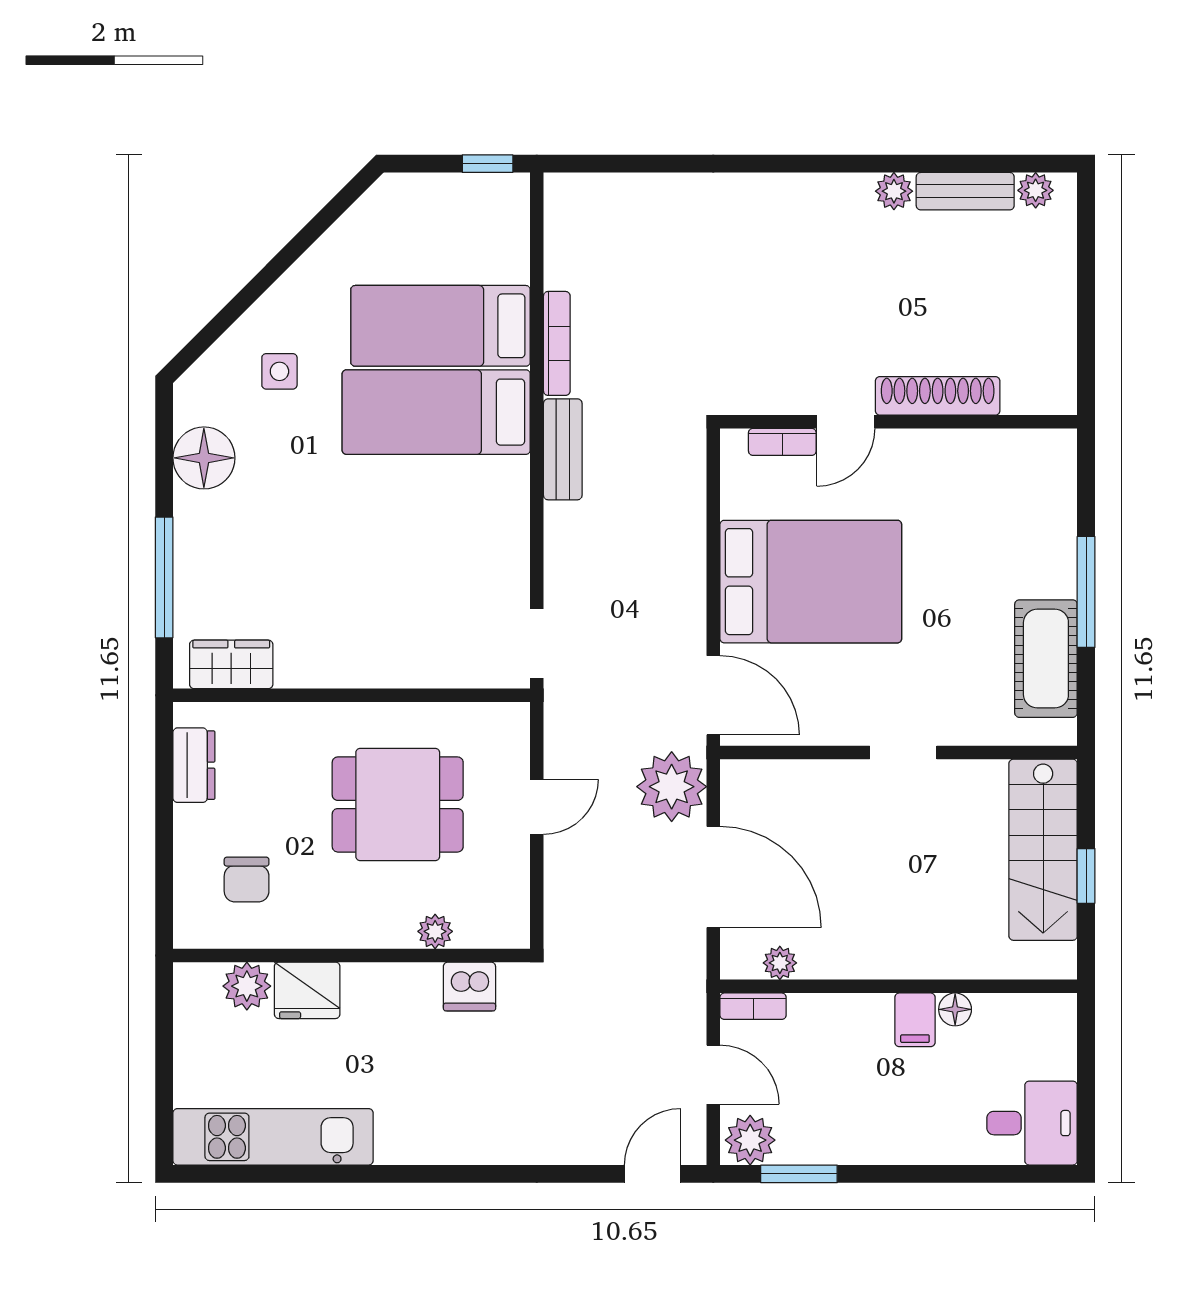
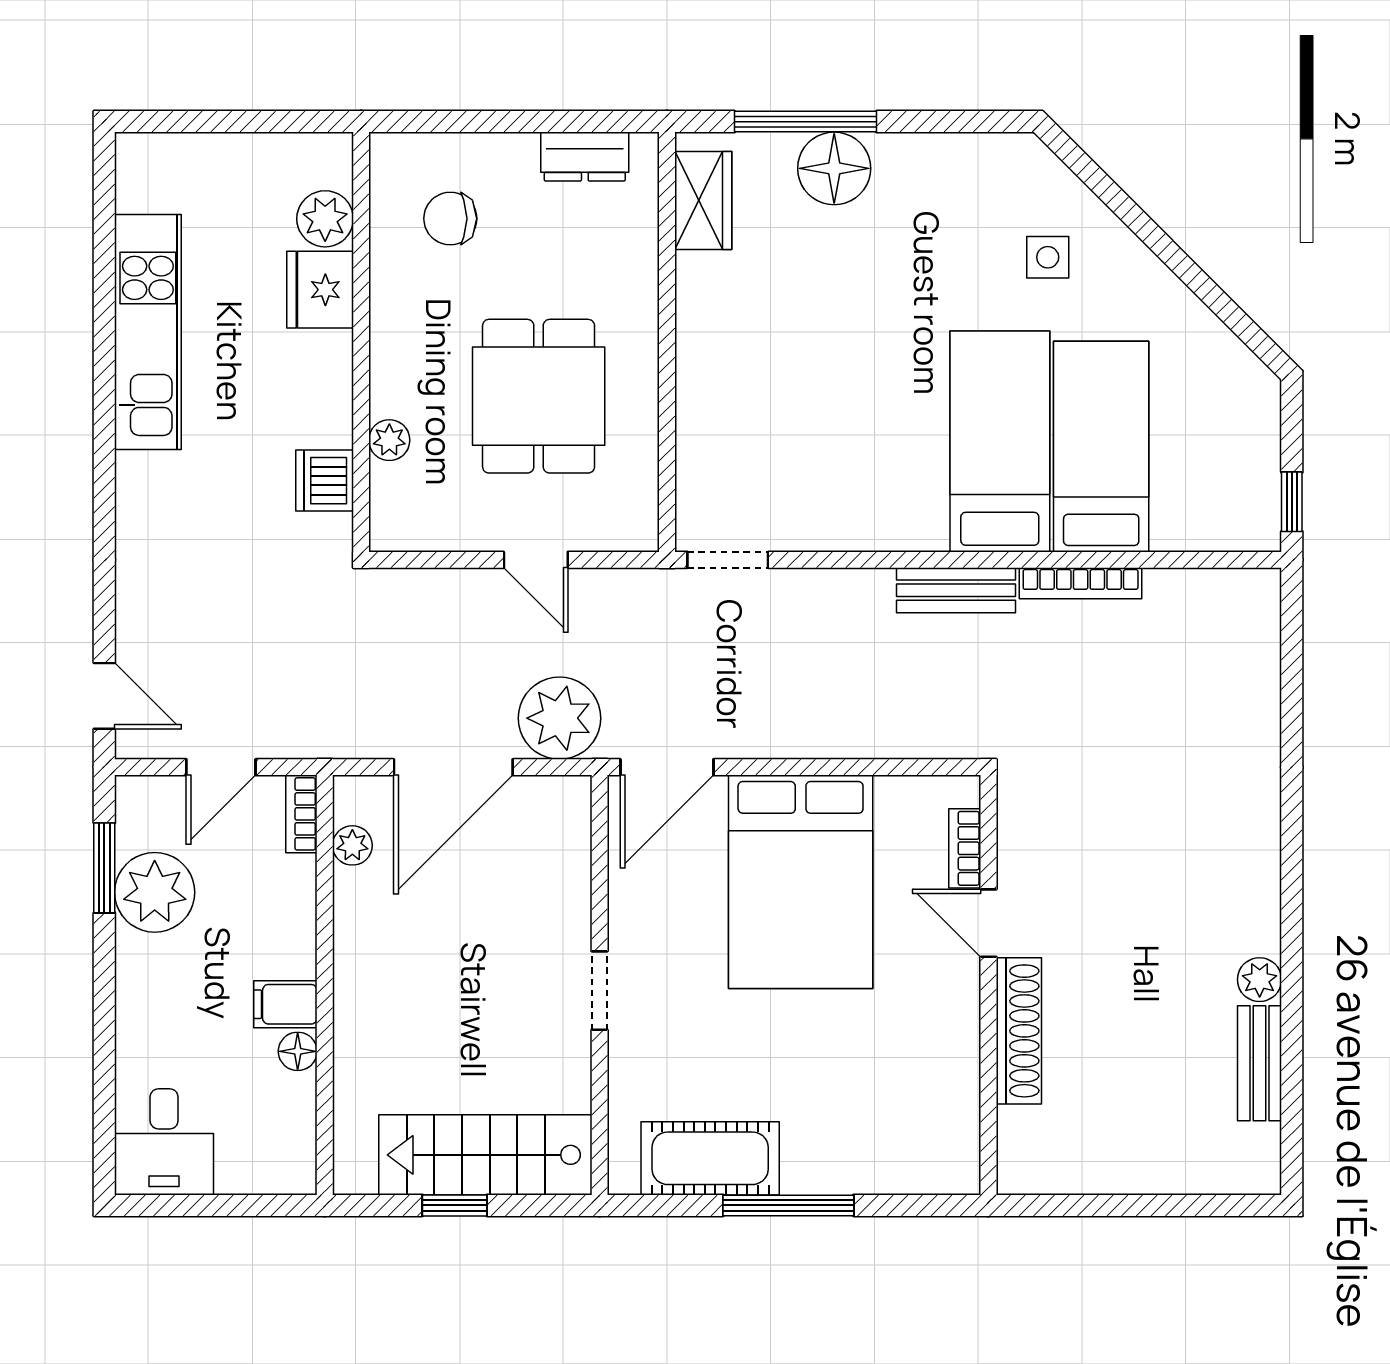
plant: (1036, 190) -> (1261, 1146), removed
floor lamp: (204, 458) -> (834, 168), moved
kitchen unit: (273, 1137) -> (148, 332), moved
plant: (750, 1140) -> (155, 892), moved, width x1.36, depth x1.36

